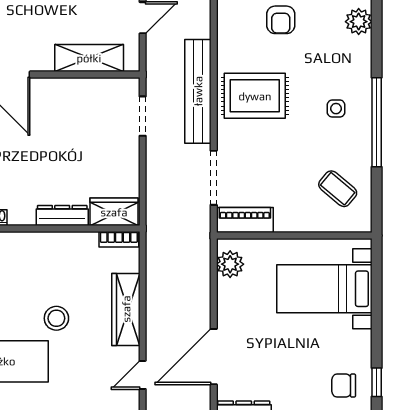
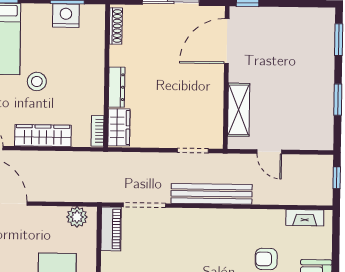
rug: (255, 96) -> (207, 238), removed

